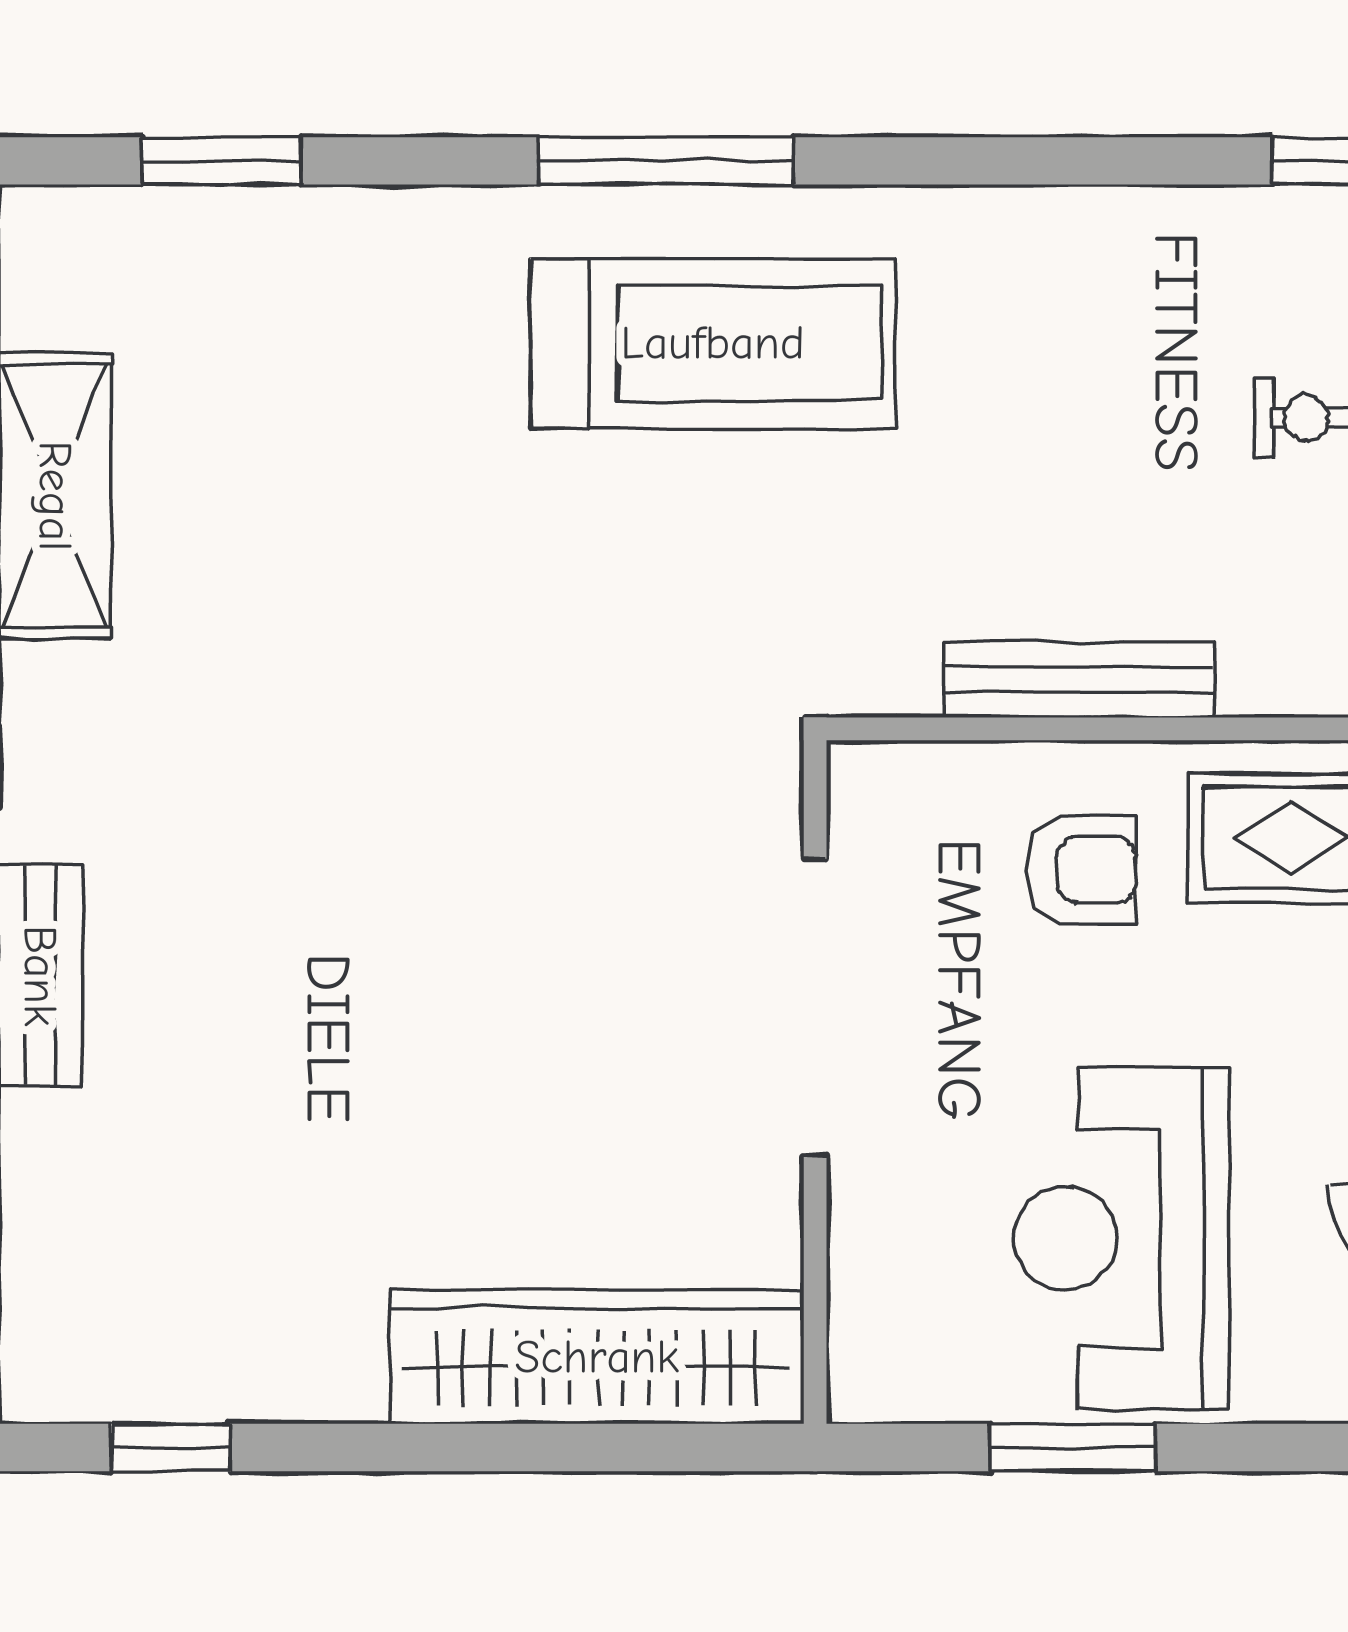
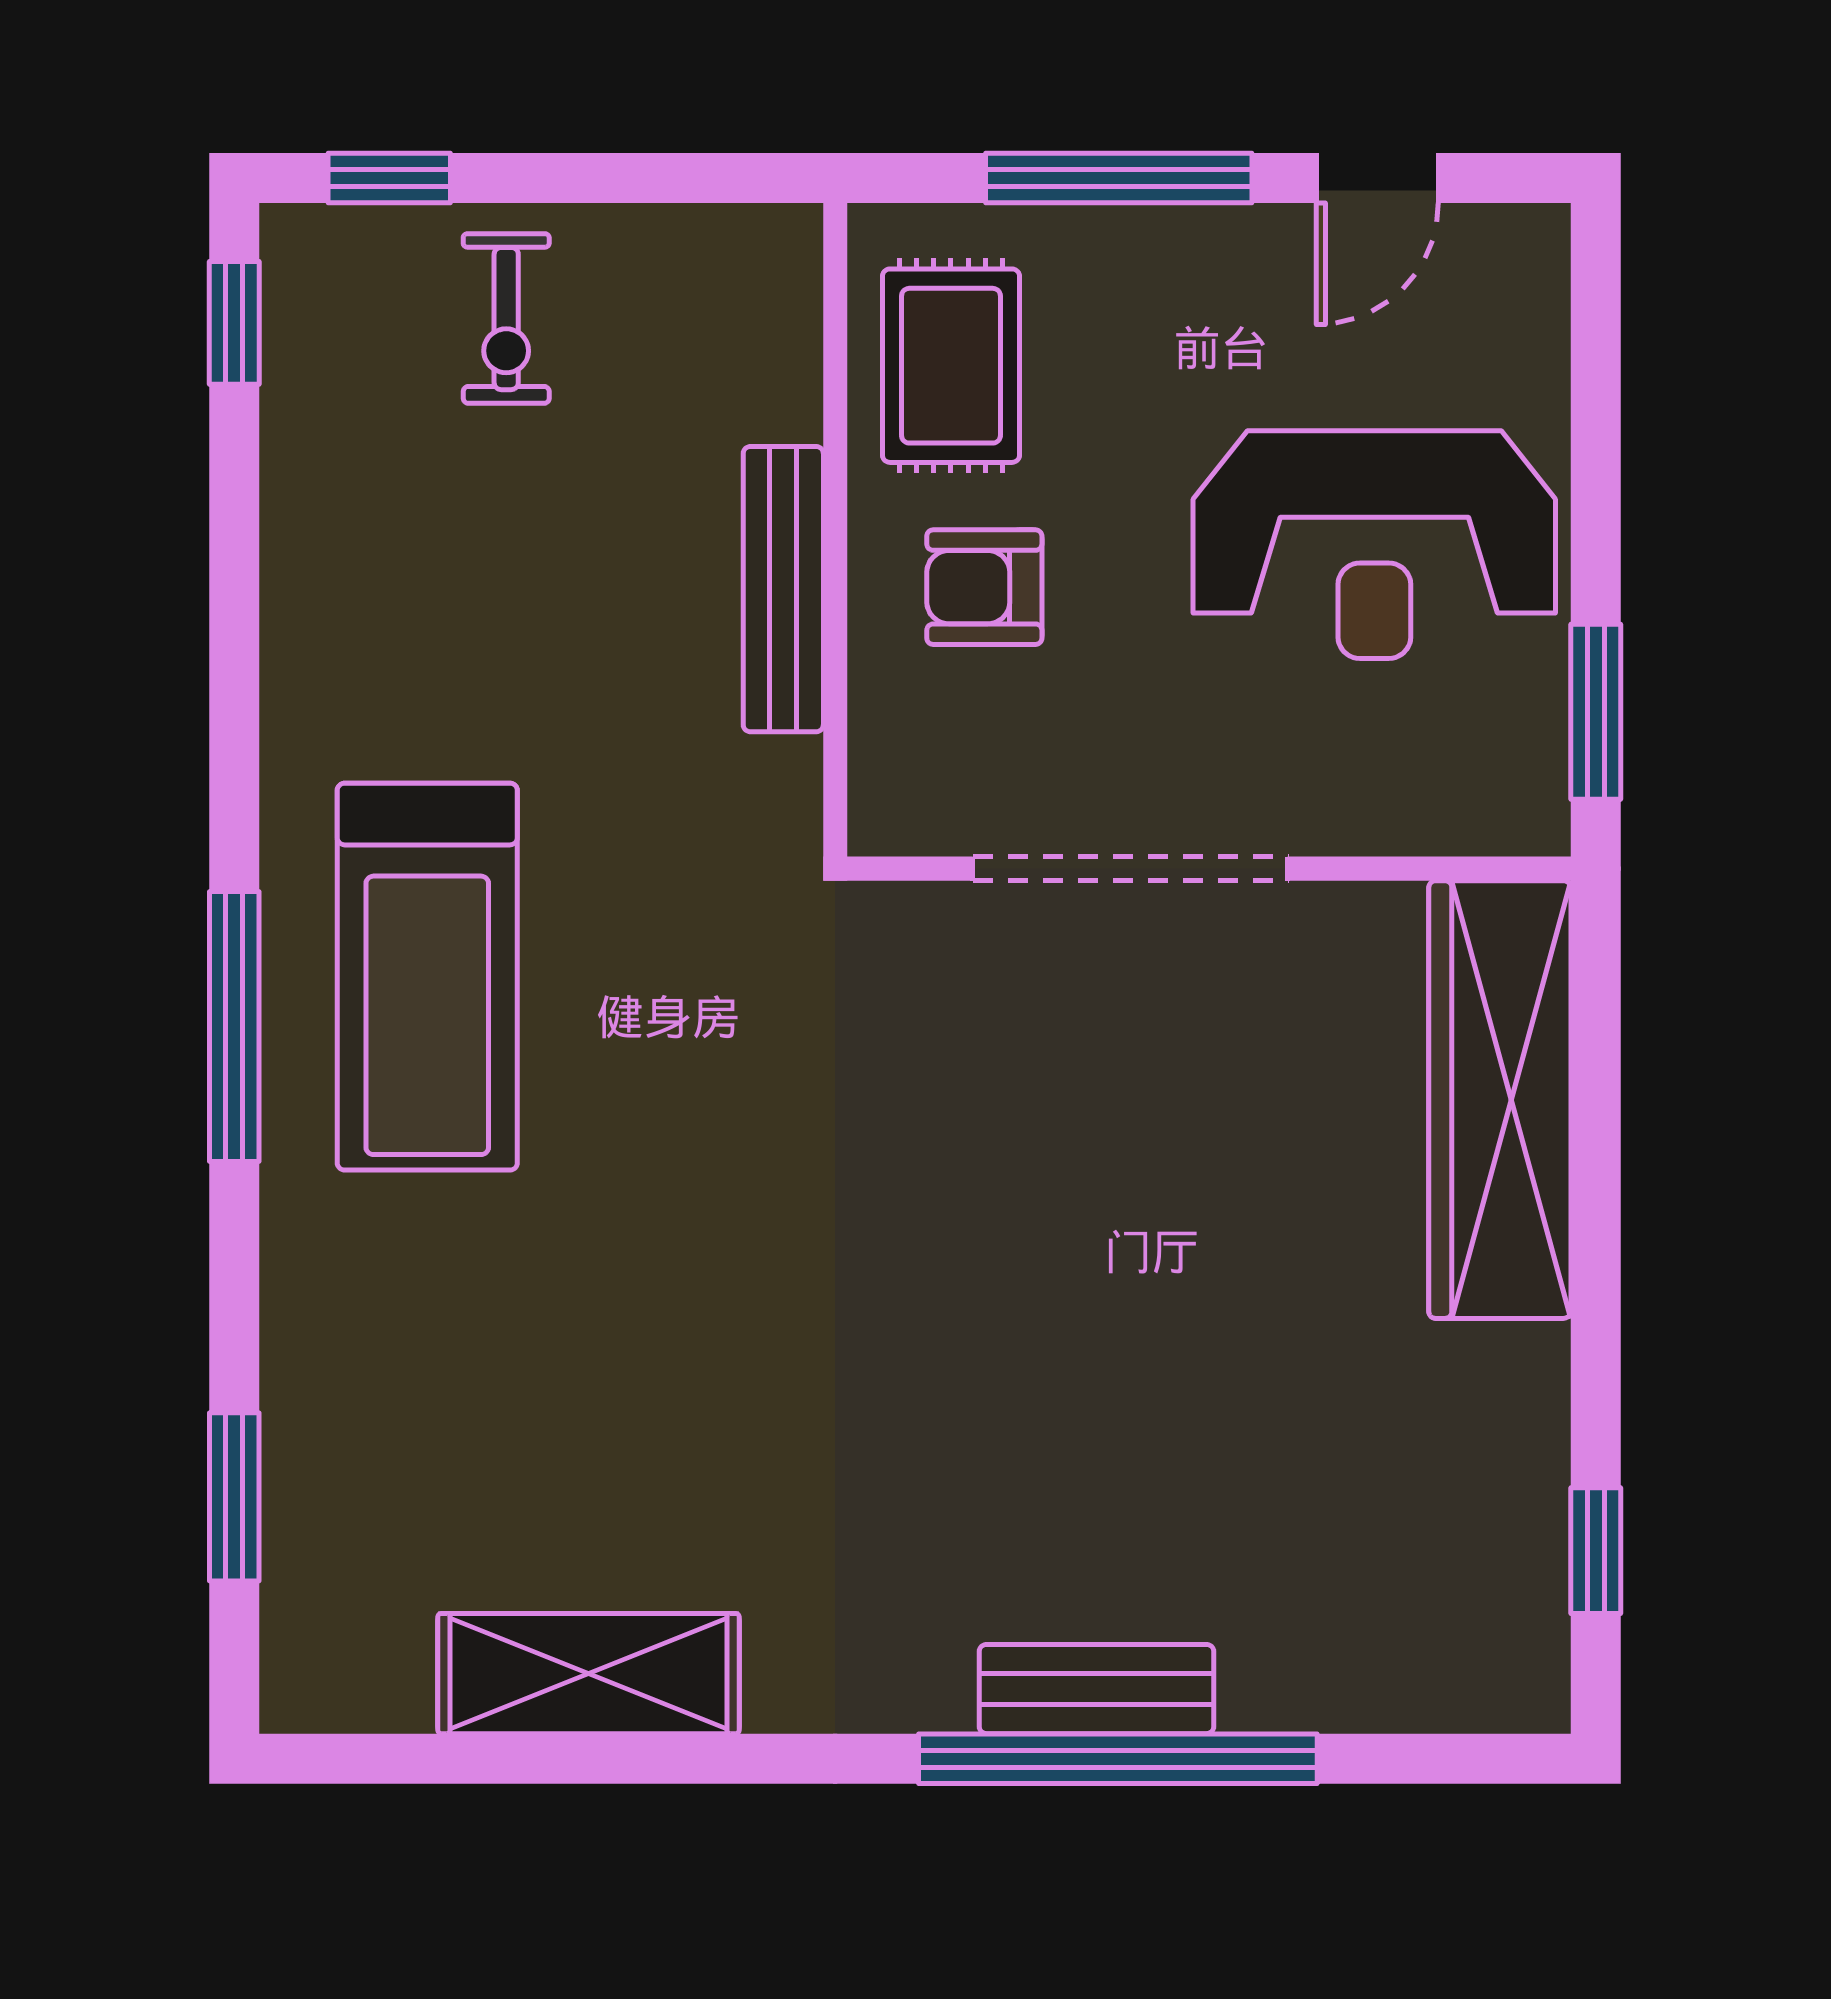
treadmill: (713, 343) -> (427, 977), turned 180
armchair: (1081, 870) -> (984, 587), turned -90
window: (1073, 1448) -> (1596, 712), moved

